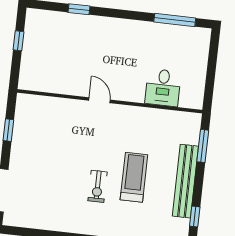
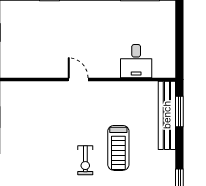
treadmill: (134, 177) -> (118, 148), turned 180
bench: (185, 181) -> (167, 115), moved

